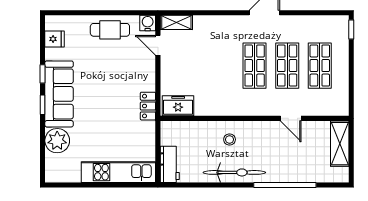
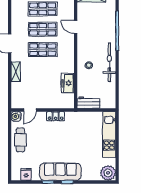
shelving: (176, 22) -> (16, 72), moved
locker: (148, 106) -> (56, 116), moved
freezer: (178, 106) -> (68, 83), moved
door: (291, 118) -> (76, 27), swing flipped
plant: (57, 141) -> (108, 173), moved
workbench: (170, 164) -> (89, 103), moved

